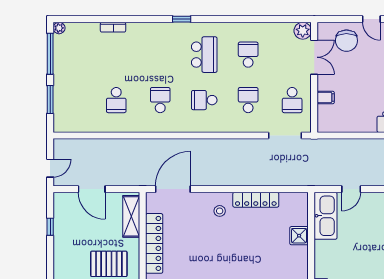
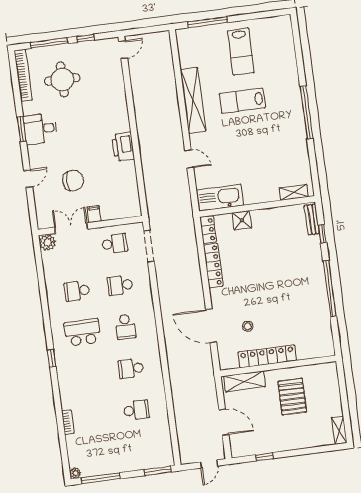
chair: (346, 41) -> (73, 181), moved
filing cabinet: (326, 98) -> (94, 214), moved
window: (50, 99) -> (158, 471), moved
door: (50, 168) -> (209, 464), swing flipped
door: (92, 189) -> (224, 422), hinge flipped
door: (173, 189) -> (211, 326), moved
door: (351, 189) -> (189, 159), moved
locker: (294, 199) -> (208, 230), added
stool: (220, 211) -> (248, 326), moved

